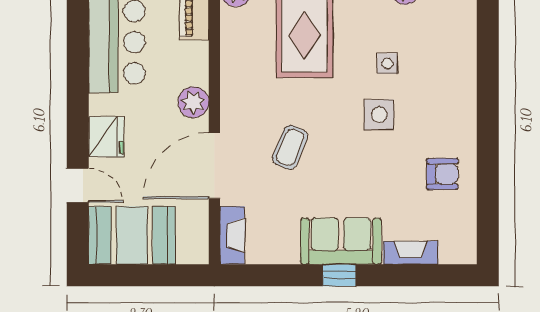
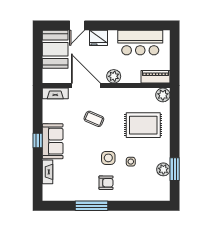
window: (488, 153) -> (92, 206), added
armchair: (442, 174) -> (106, 183), moved, turned -90

